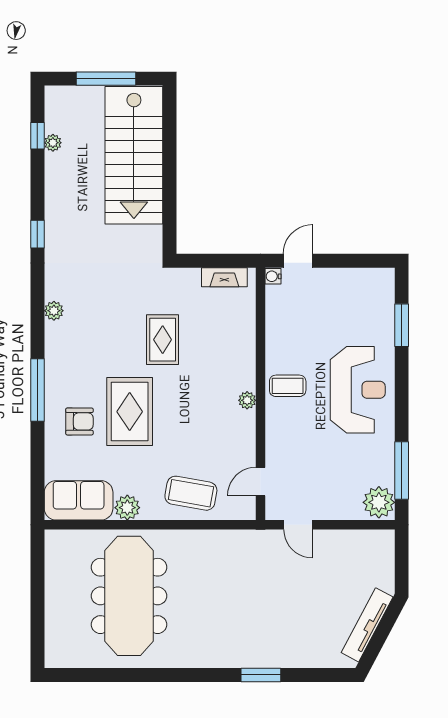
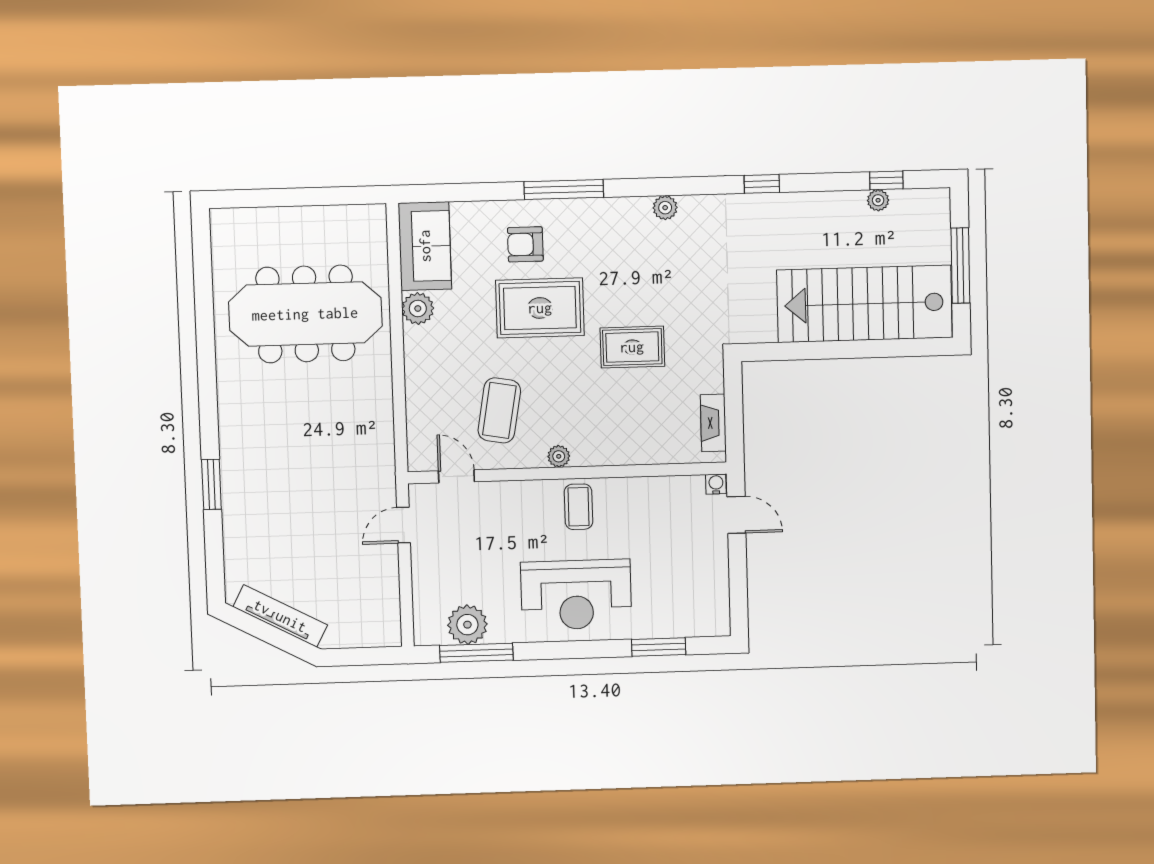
armchair: (79, 421) -> (525, 244), turned 90
coffee table: (191, 493) -> (499, 410), moved
plant: (379, 502) -> (467, 625), moved

